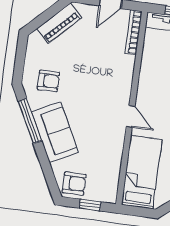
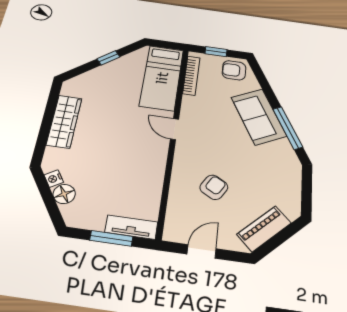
bookcase: (134, 32) -> (191, 76), moved
armchair: (48, 81) -> (214, 187), moved, turned 120

